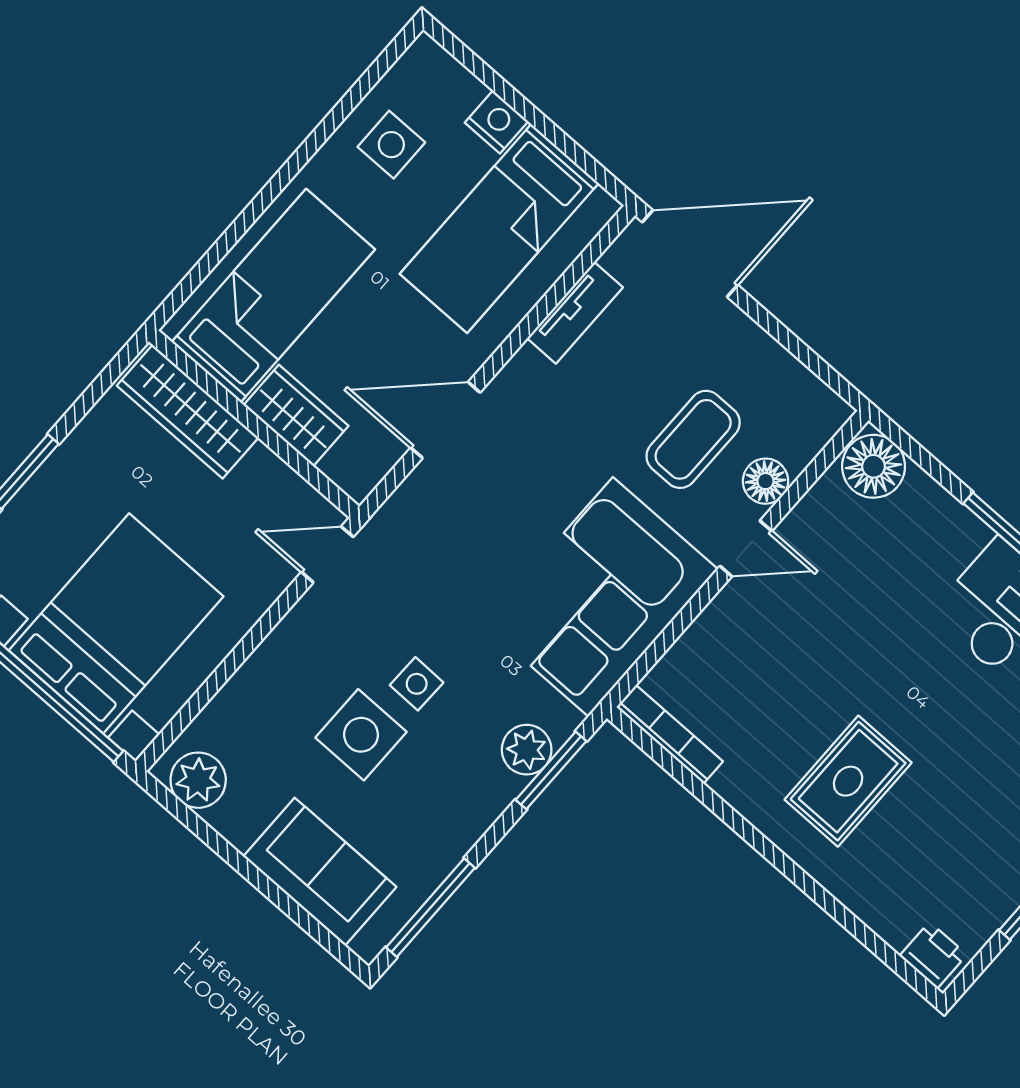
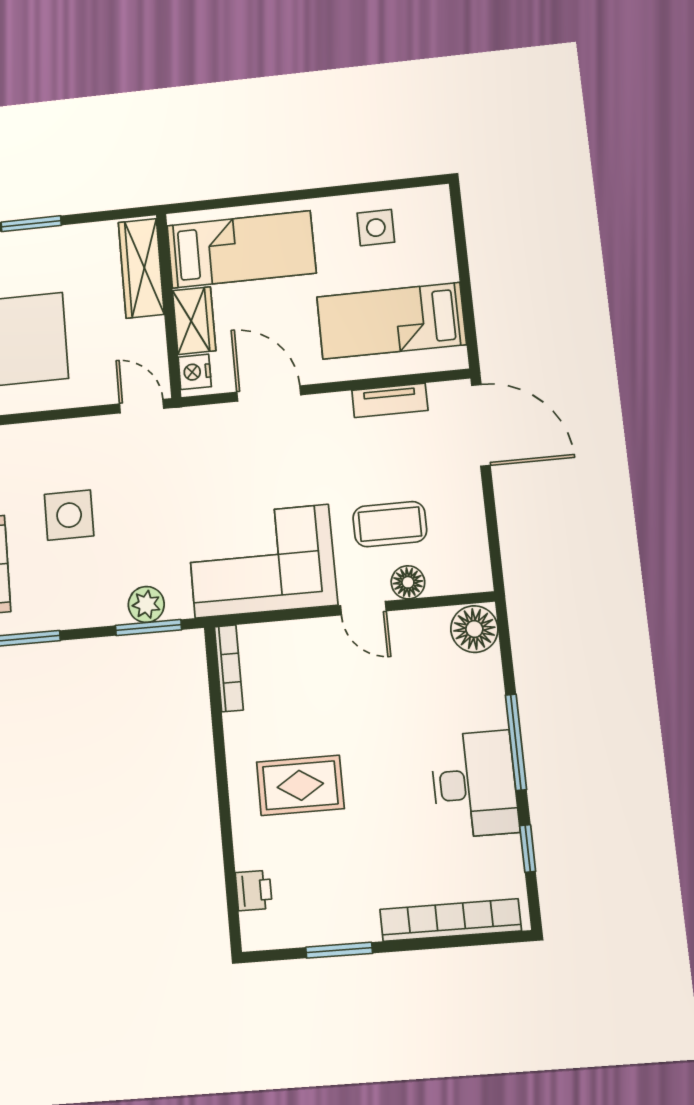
nightstand: (497, 122) -> (195, 372), moved, turned 180
side table: (417, 684) -> (123, 516), removed
printer: (933, 955) -> (254, 890), moved

